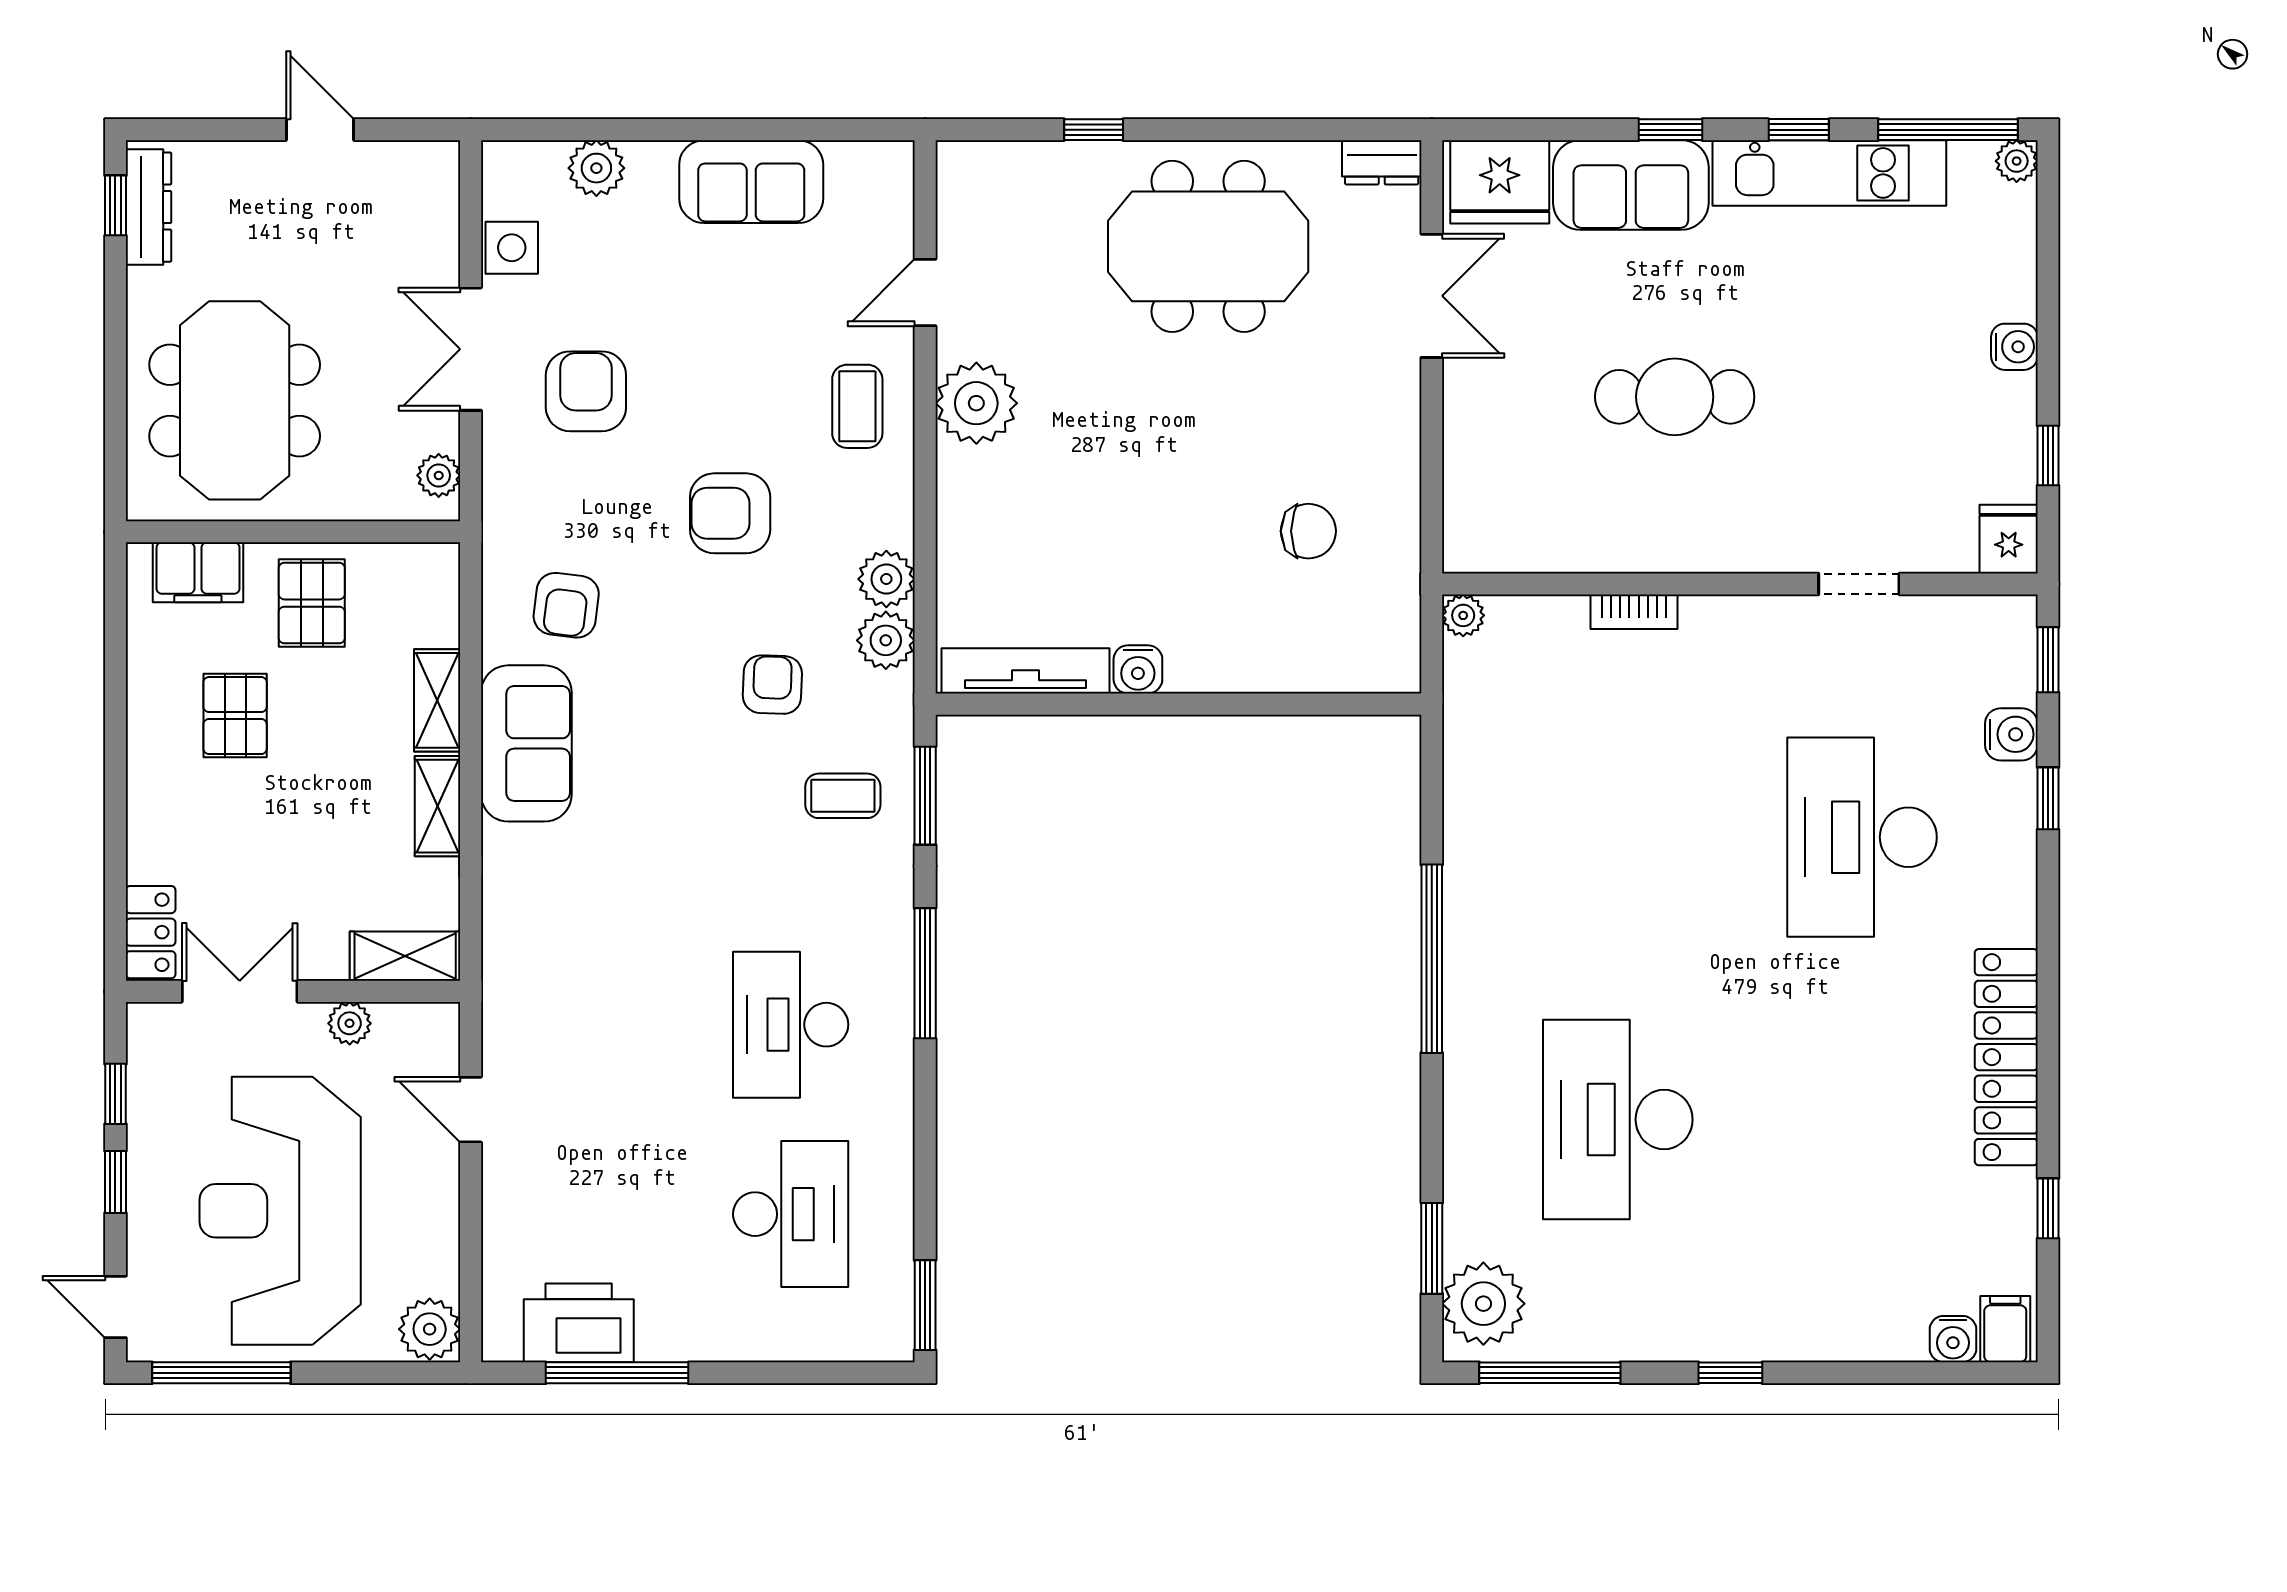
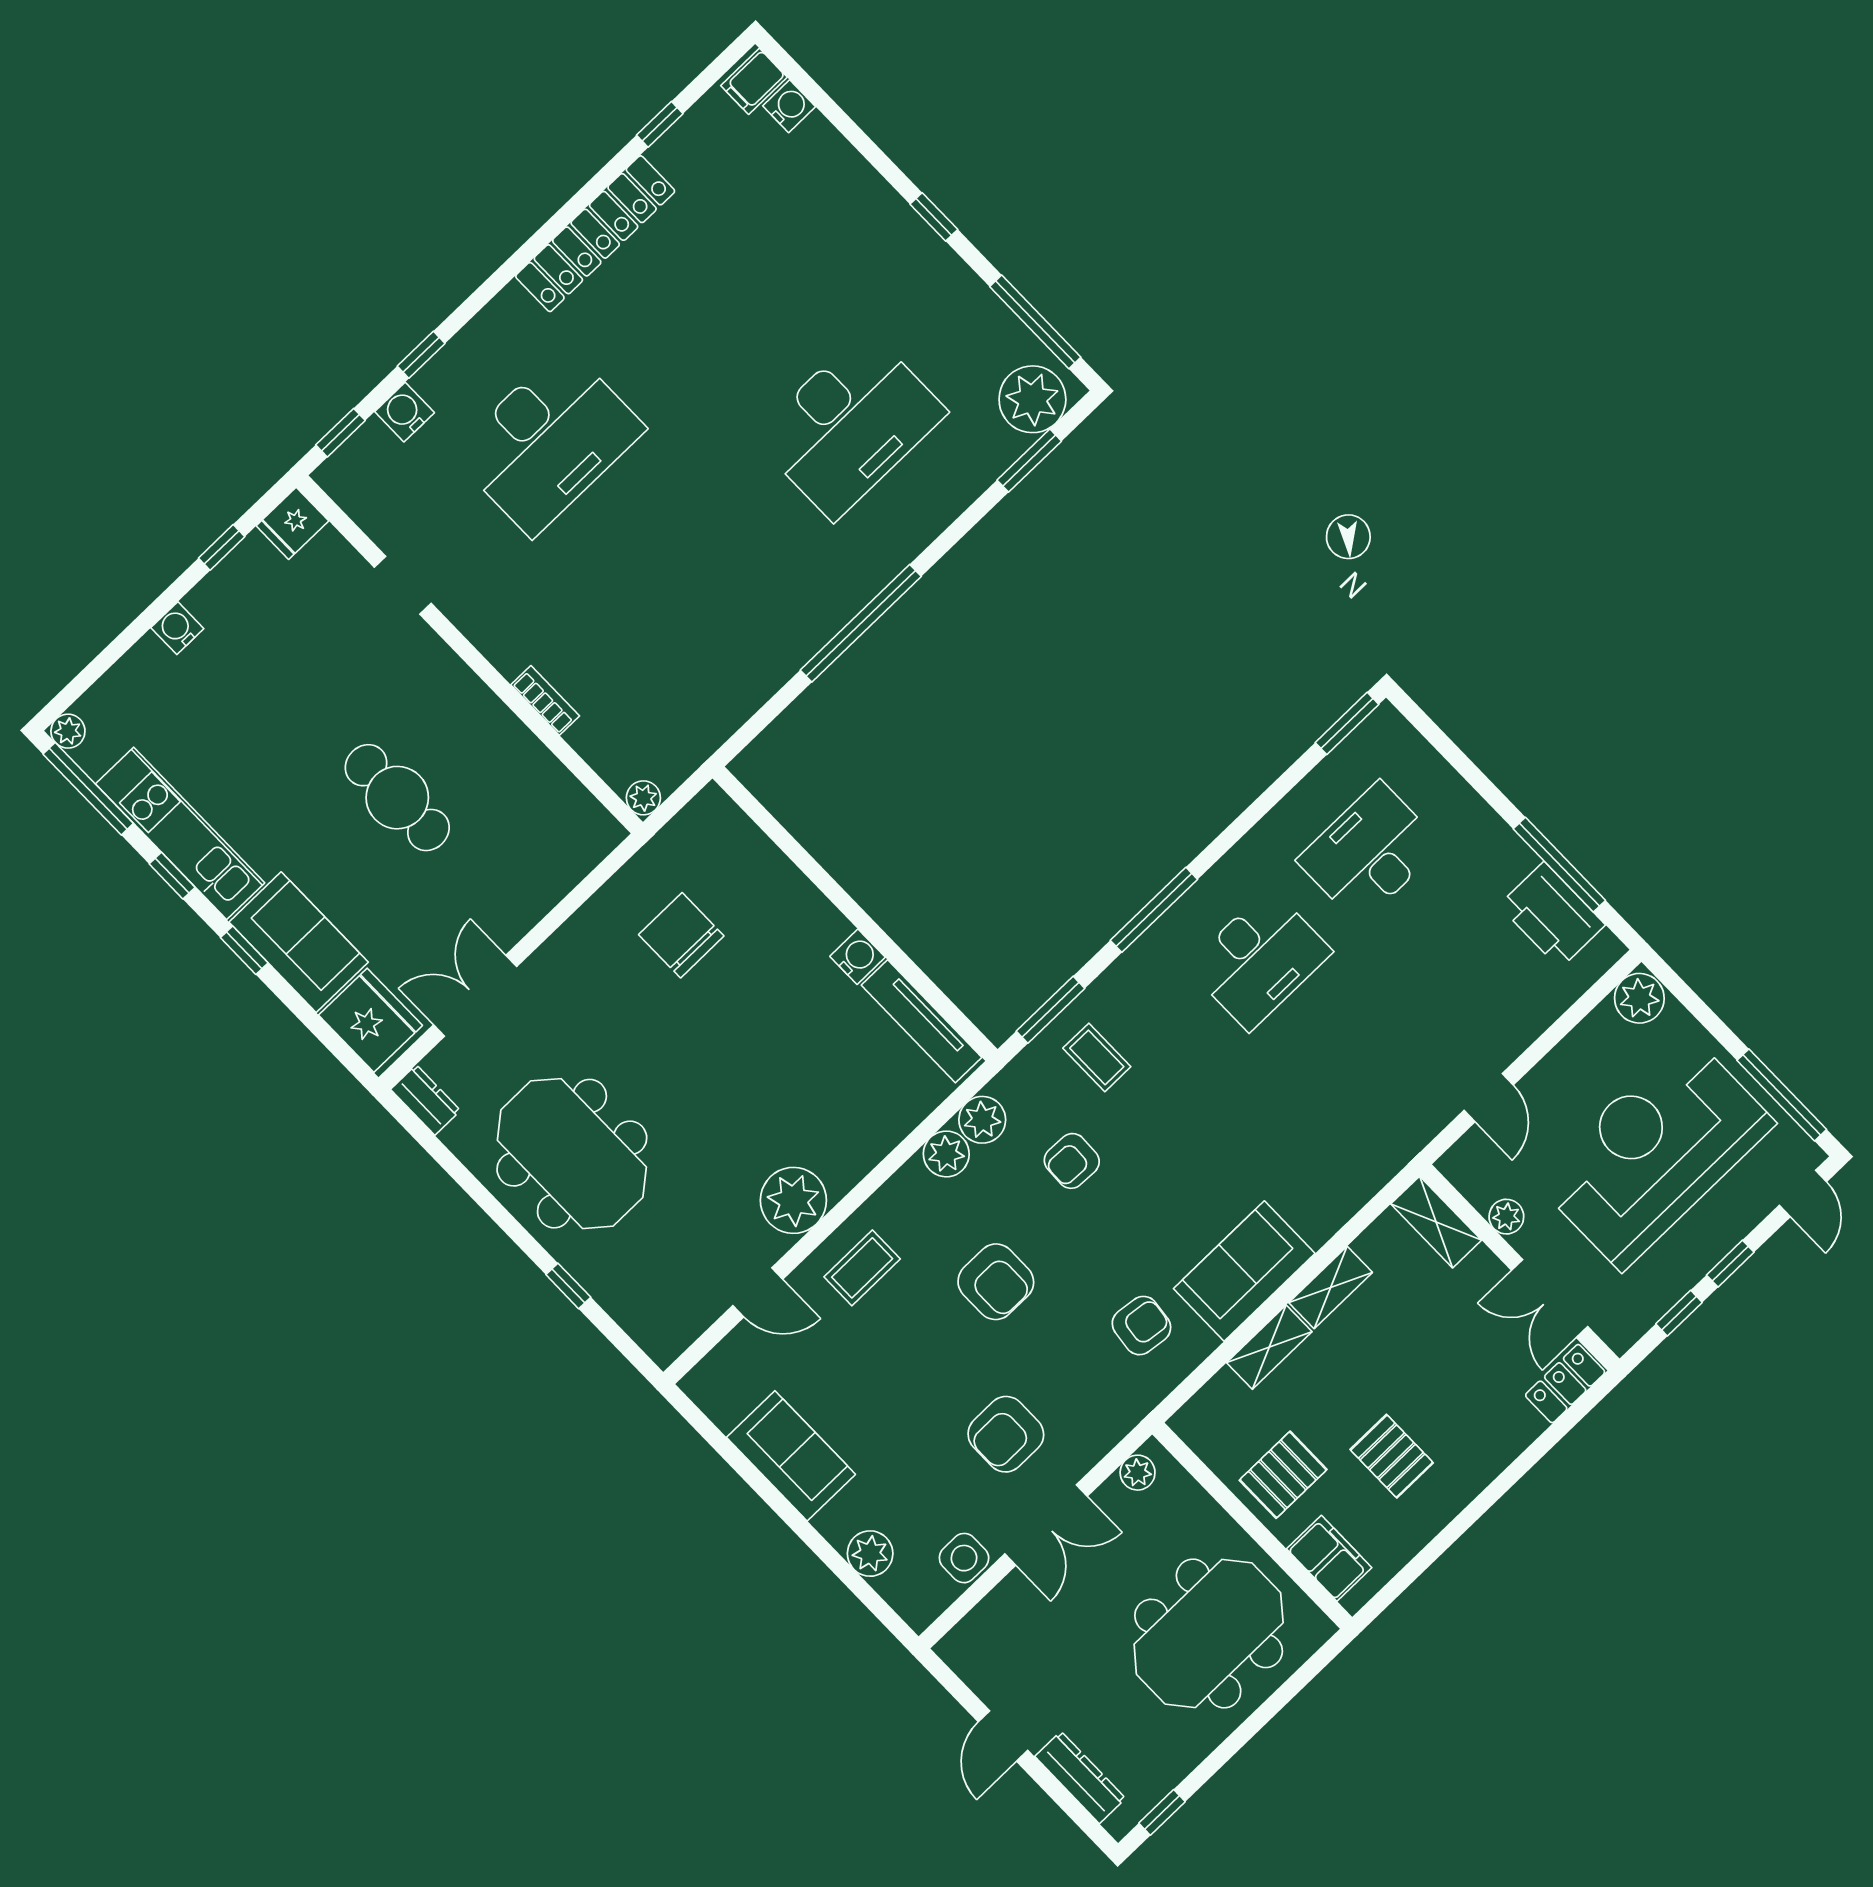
dresser: (149, 207) -> (1080, 1777), moved, turned 90
chair: (1308, 531) -> (681, 935), width x1.37, depth x1.37
pallet: (235, 716) -> (1392, 1456), turned 90
reception desk: (280, 1211) -> (1655, 1152), turned 180

